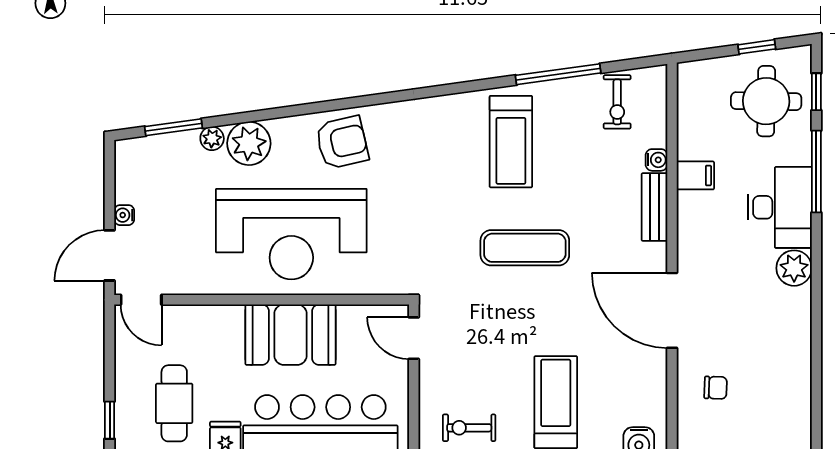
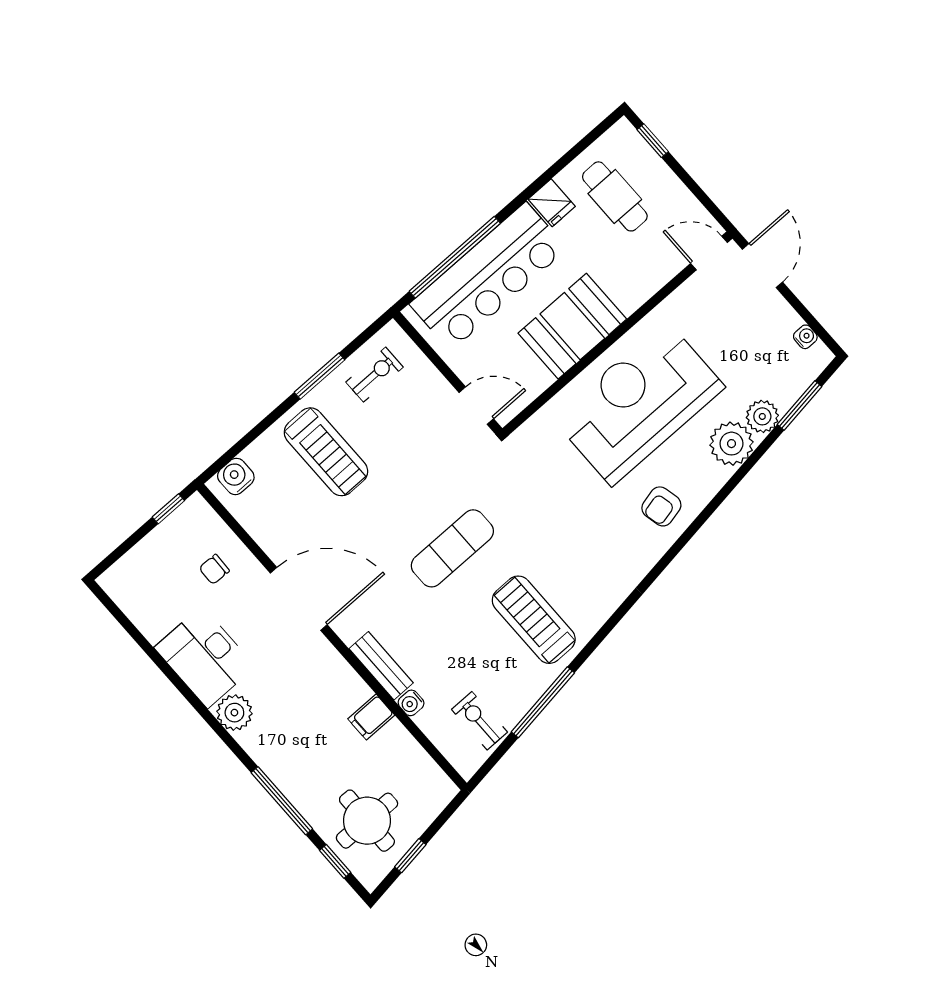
plant: (212, 138) -> (762, 416), width x1.38, depth x1.38
armchair: (342, 142) -> (661, 506), width x0.72, depth x0.72
desk: (780, 207) -> (205, 657), moved
water cooler: (124, 215) -> (805, 337), moved

